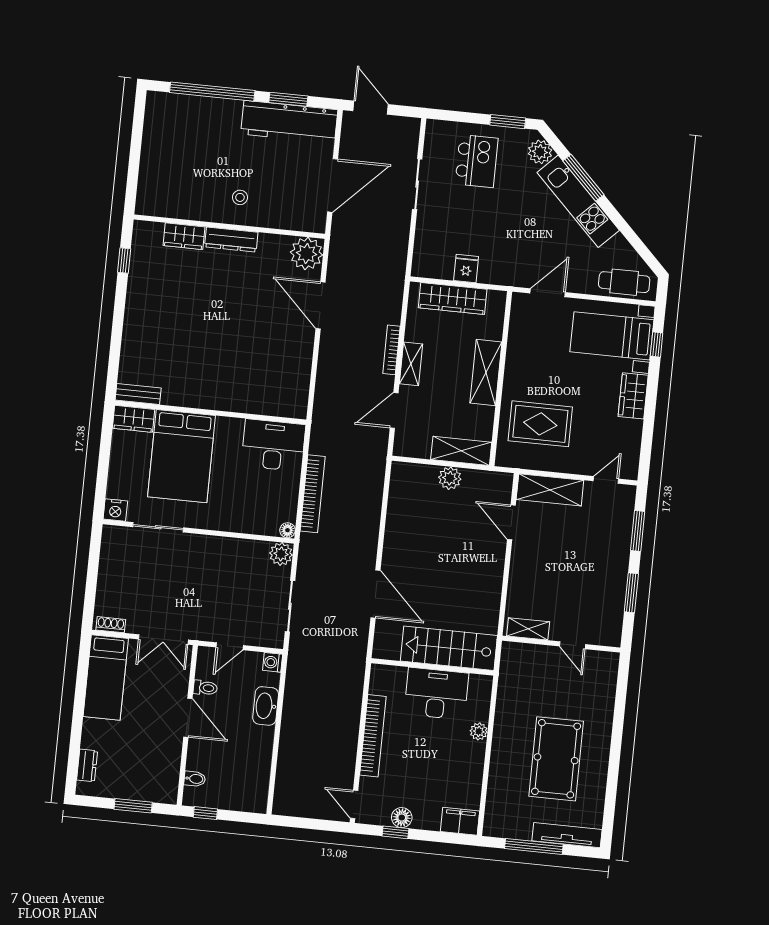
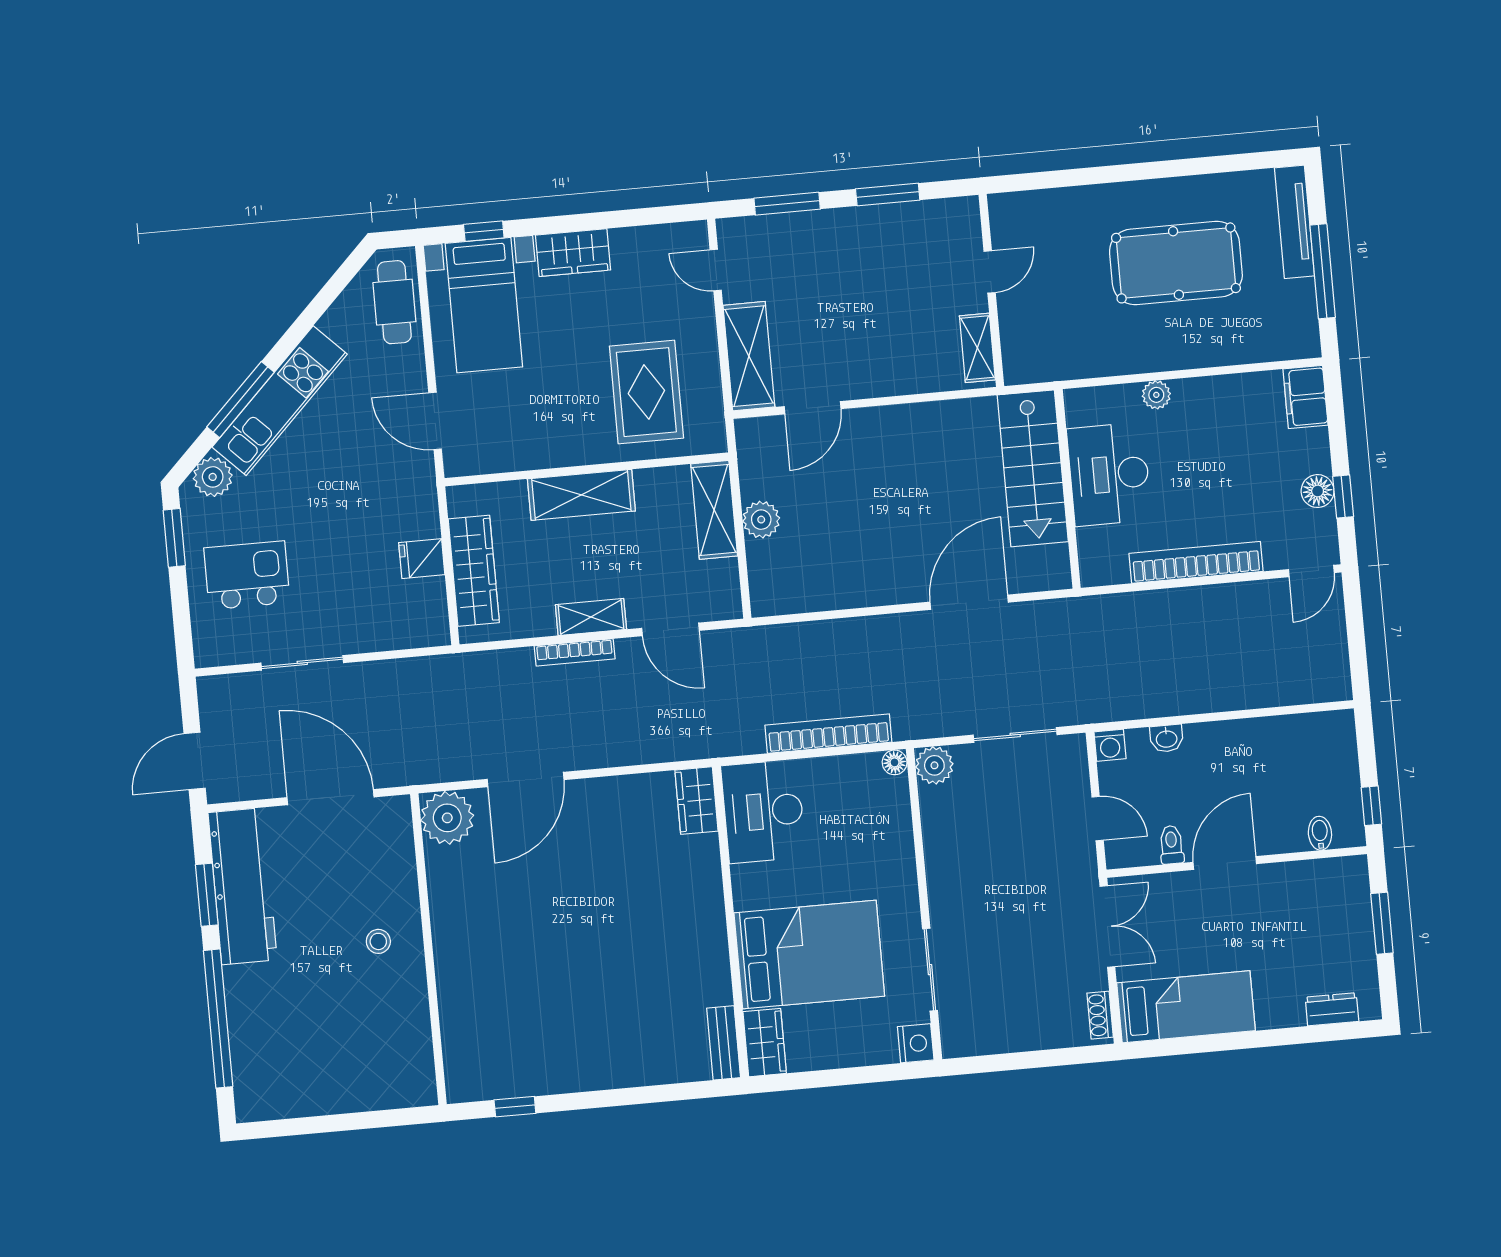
wardrobe: (184, 236) -> (697, 801), moved, turned 180
dresser: (231, 240) -> (448, 942), removed
washbasin: (266, 706) -> (1166, 738), width x0.52, depth x0.69

